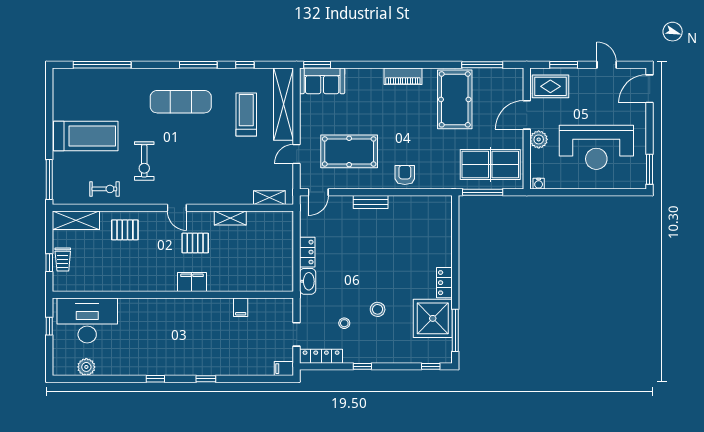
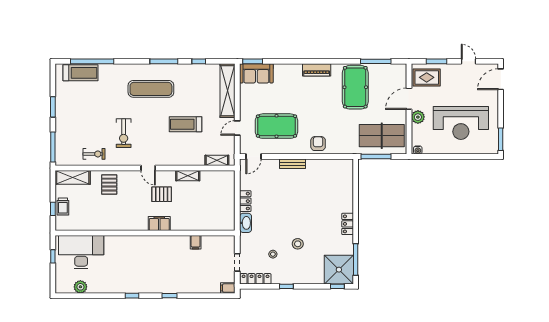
treadmill: (246, 114) -> (185, 124), moved, turned -90
window: (49, 126) -> (53, 107), added
treadmill: (86, 136) -> (81, 73), moved, width x0.73, depth x0.73
pallet: (125, 230) -> (109, 185), turned 90
shower: (433, 318) -> (339, 270), moved

